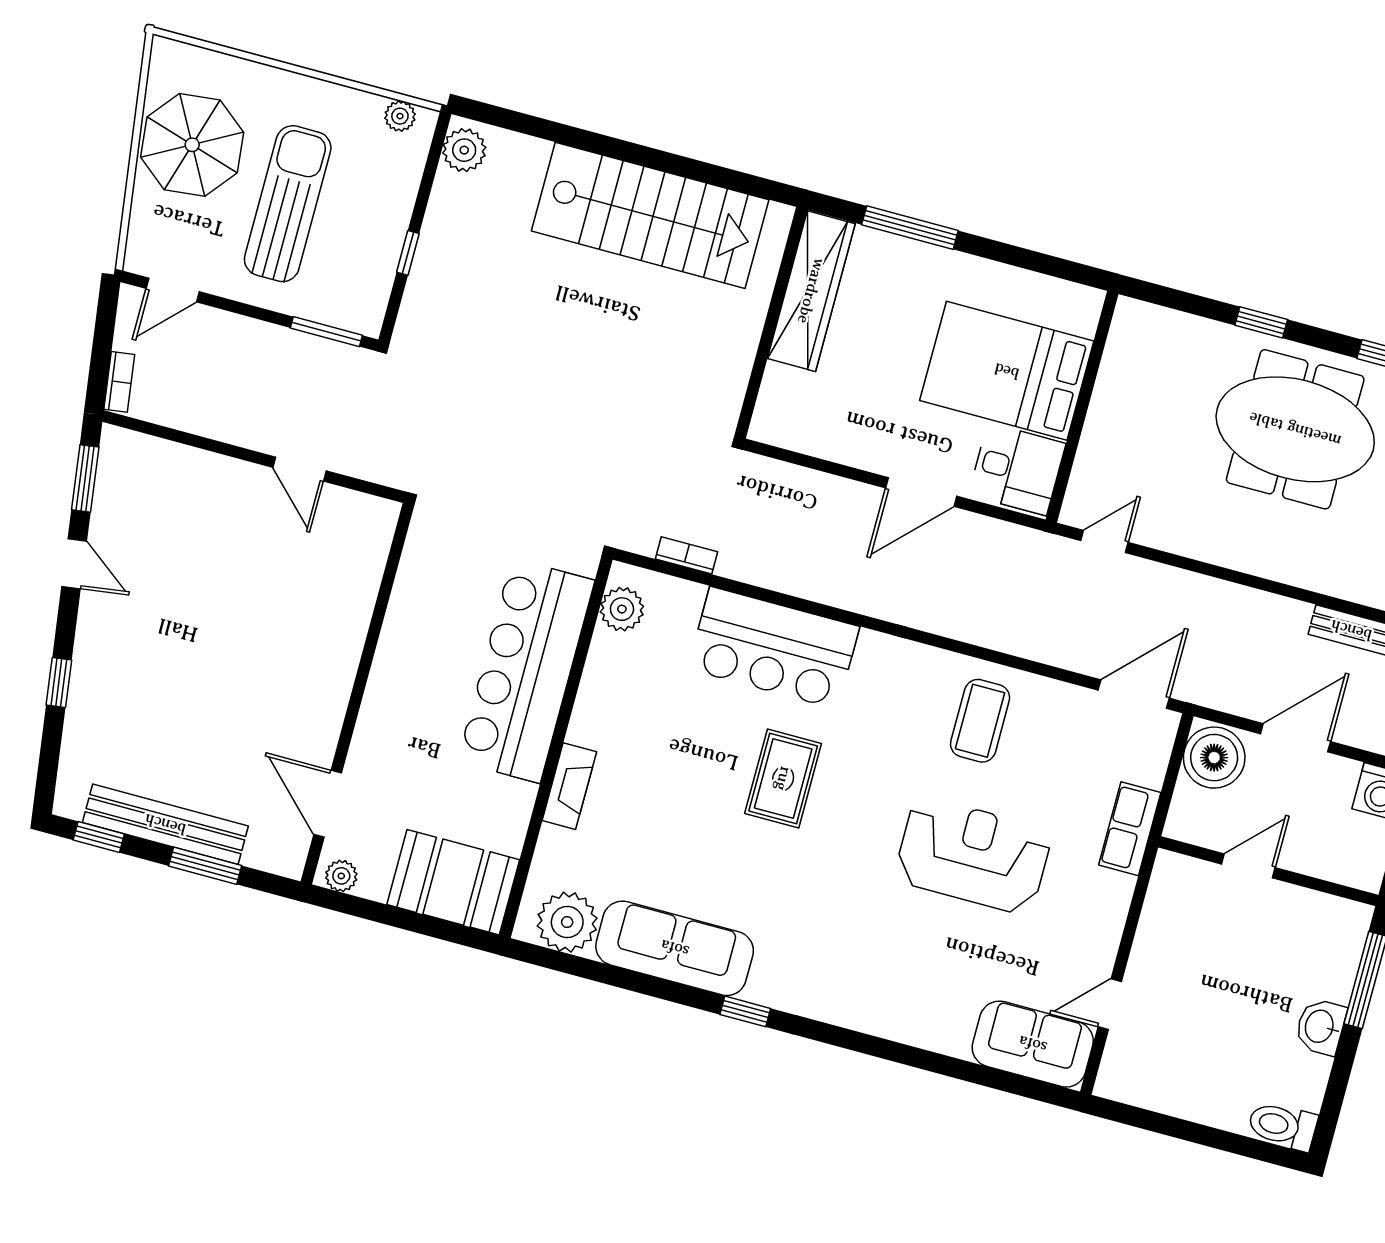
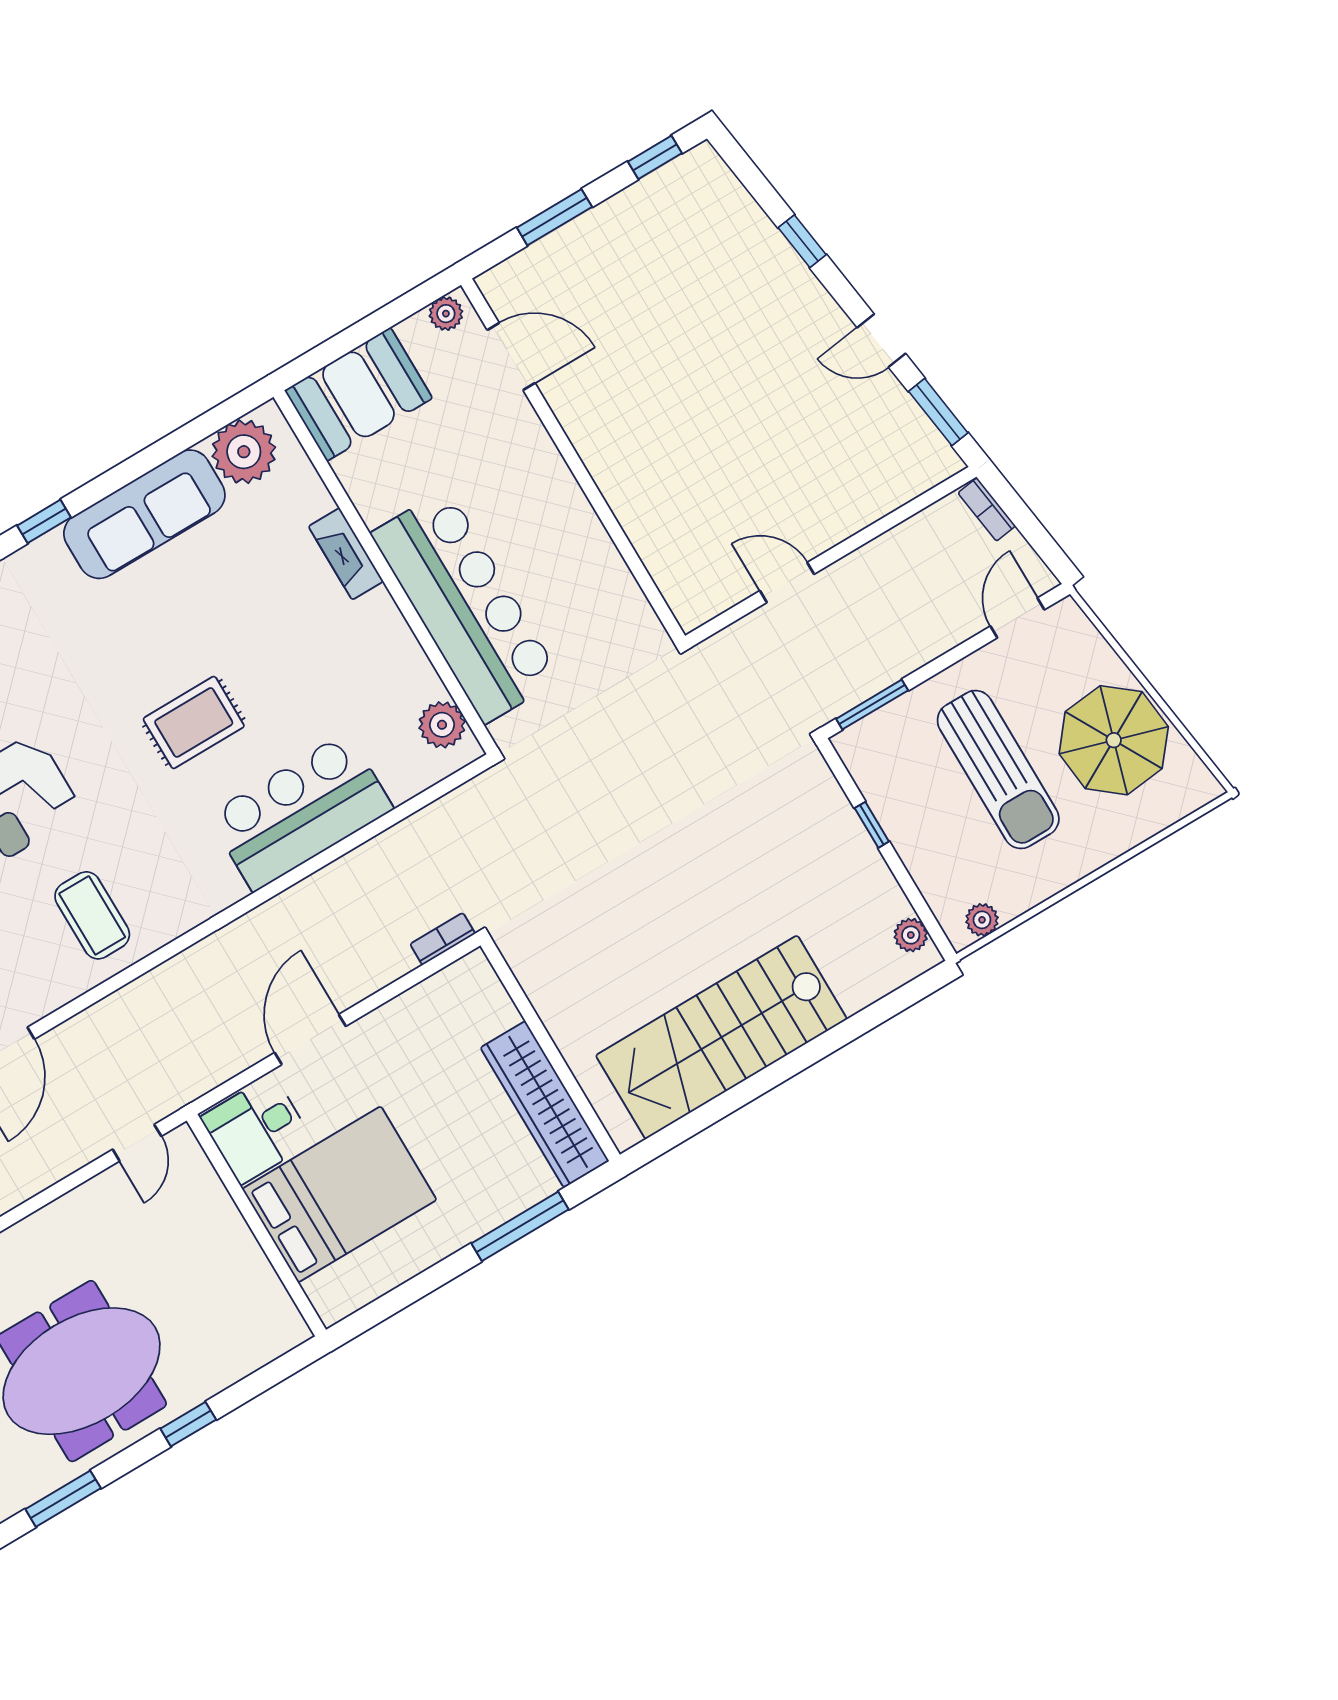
plant: (464, 150) -> (911, 935), width x0.73, depth x0.73
bookcase: (687, 555) -> (443, 939), moved, turned 180
rug: (783, 779) -> (194, 722), turned 90
bench: (165, 824) -> (615, 218), removed

